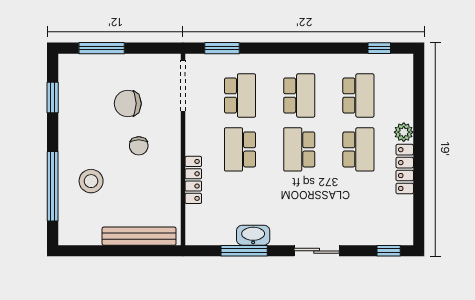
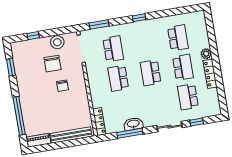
window: (102, 48) -> (33, 36), width x0.46
window: (379, 48) -> (139, 18), moved
school desk: (299, 95) -> (188, 97), moved, turned 180
chair: (128, 104) -> (53, 64), turned -90
locker: (193, 180) -> (99, 122), moved
stool: (91, 181) -> (57, 42), moved
piano: (79, 236) -> (38, 140), added
window: (389, 251) -> (197, 122), moved

